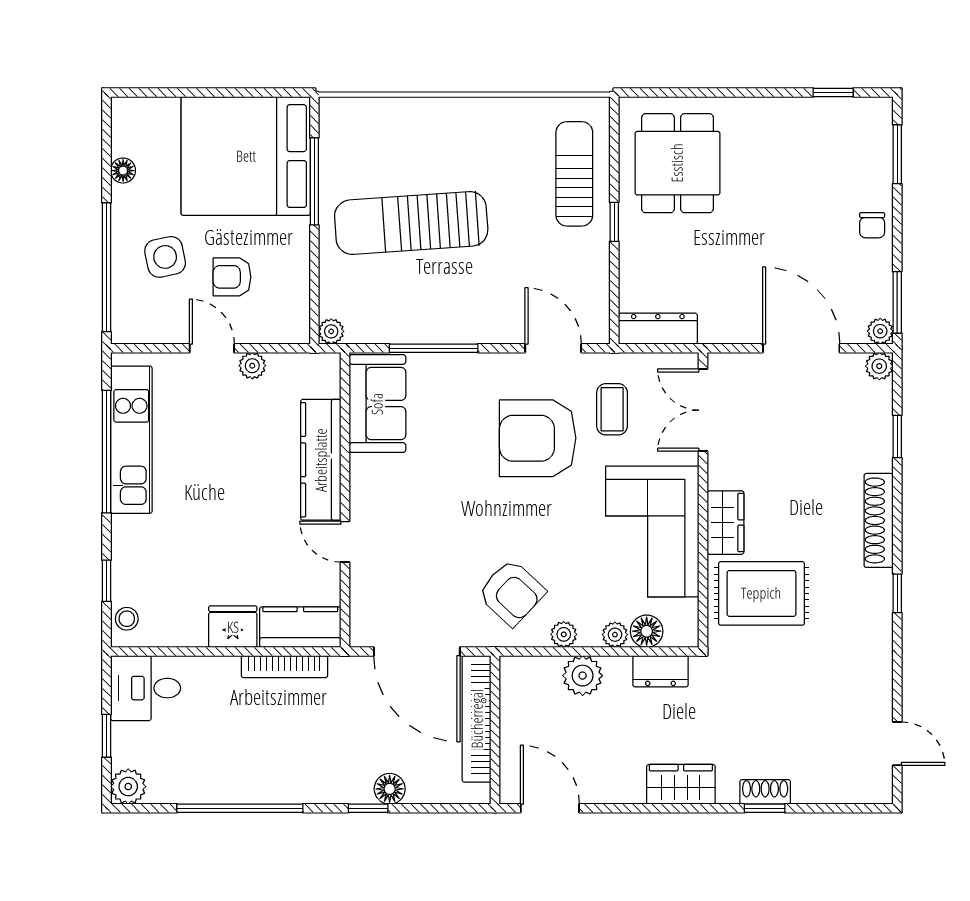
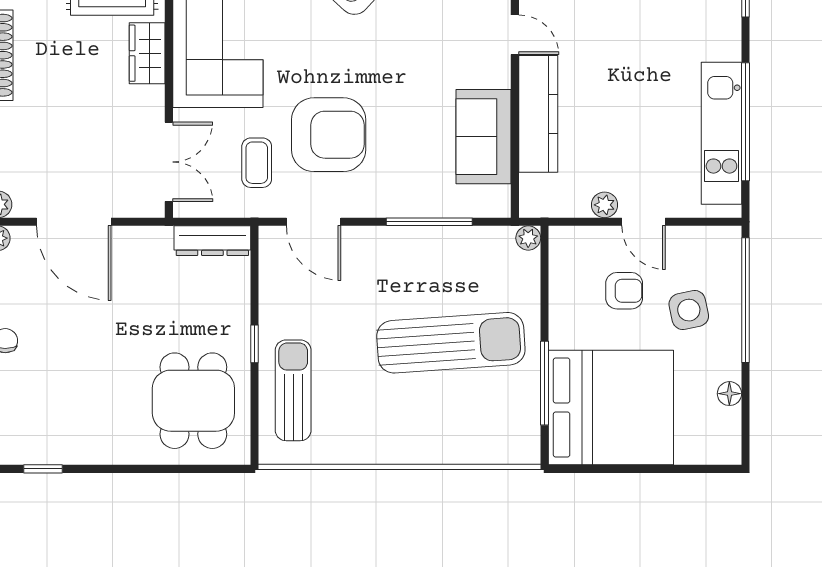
sun lounger: (574, 174) -> (293, 390), turned 180
sofa: (377, 404) -> (483, 137), moved

